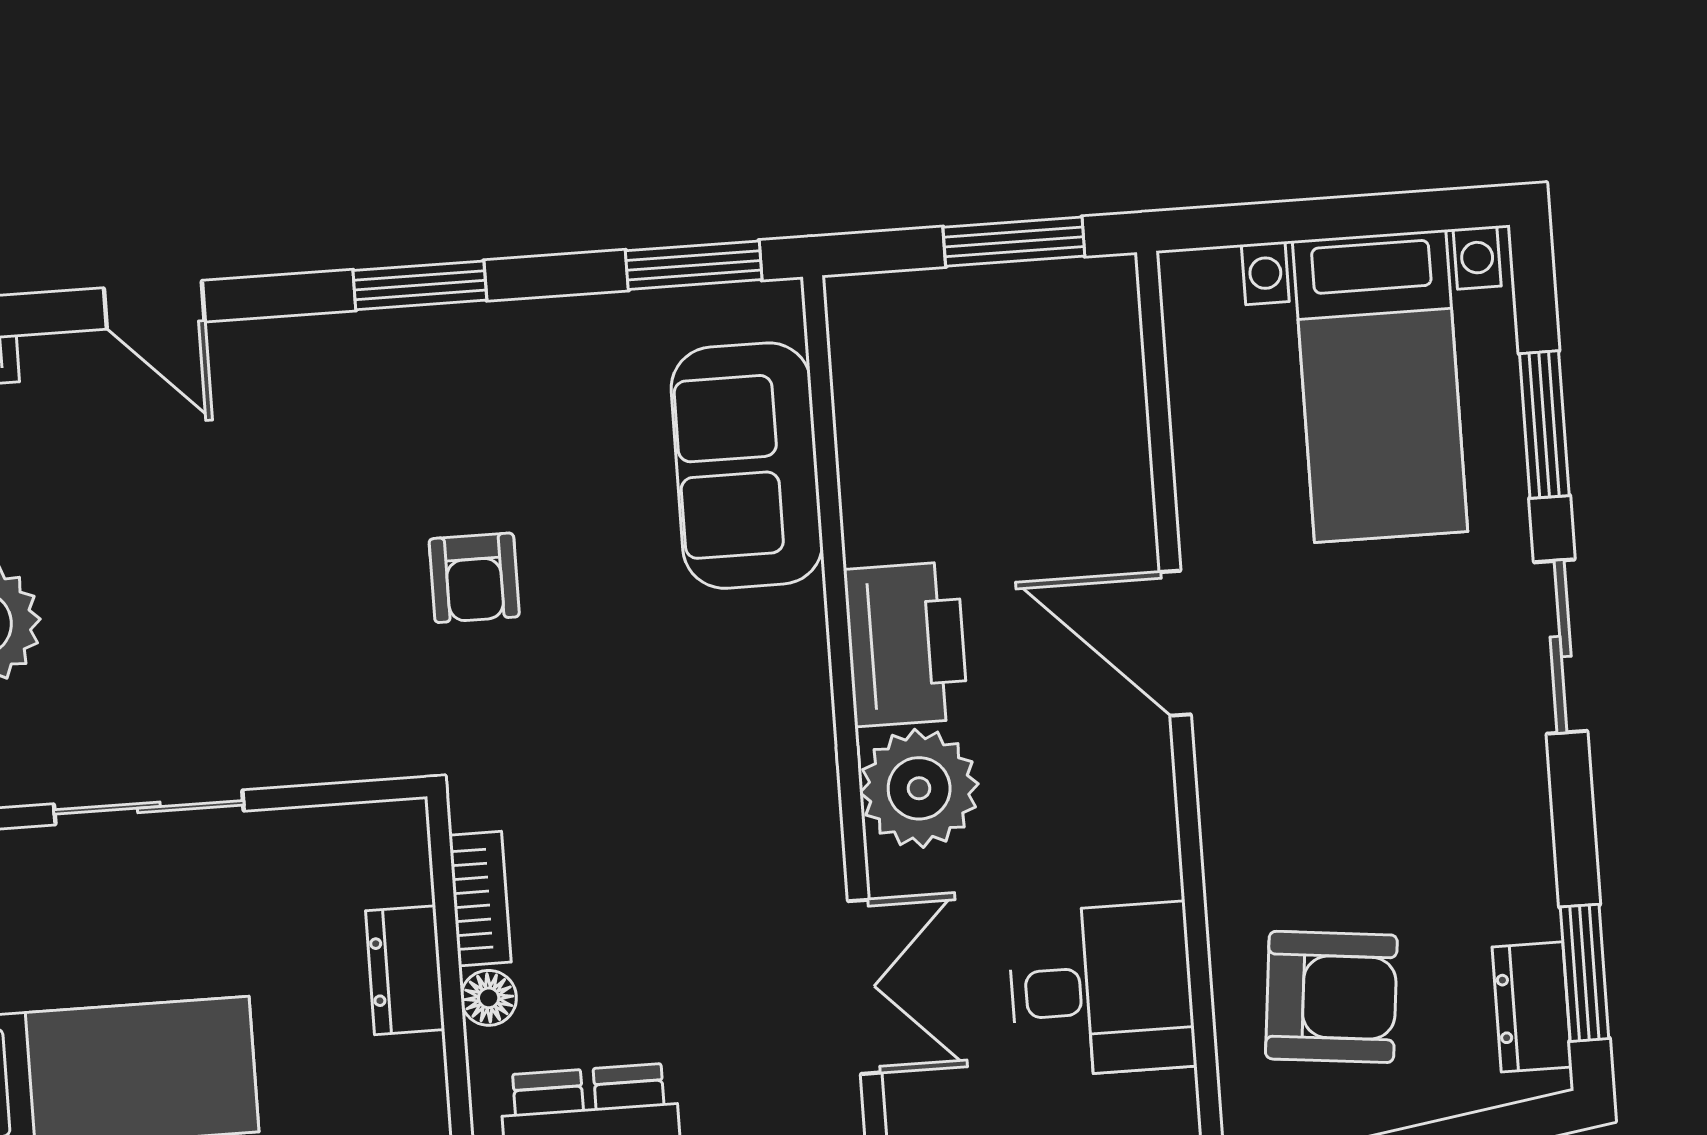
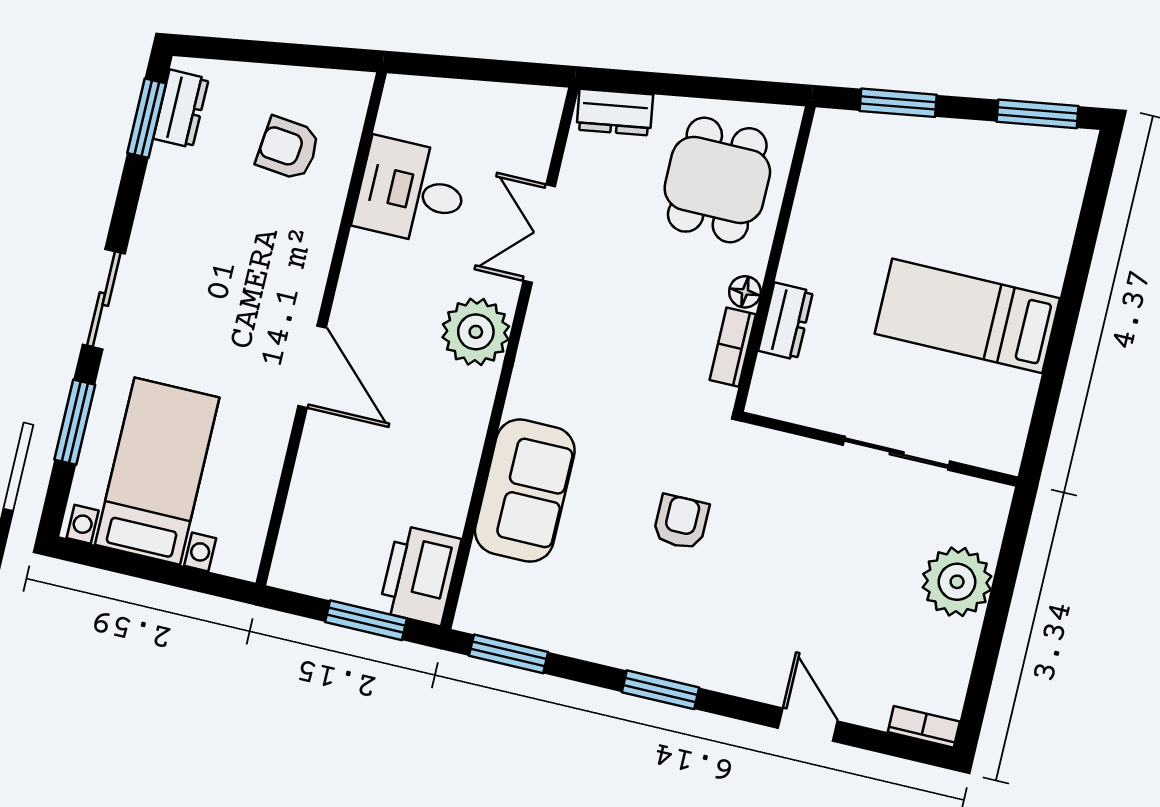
window: (1014, 242) -> (366, 620), moved
sofa: (747, 466) -> (525, 491), moved
printer: (906, 644) -> (420, 575), moved
armchair: (1331, 997) -> (288, 148), width x0.72, depth x0.72

